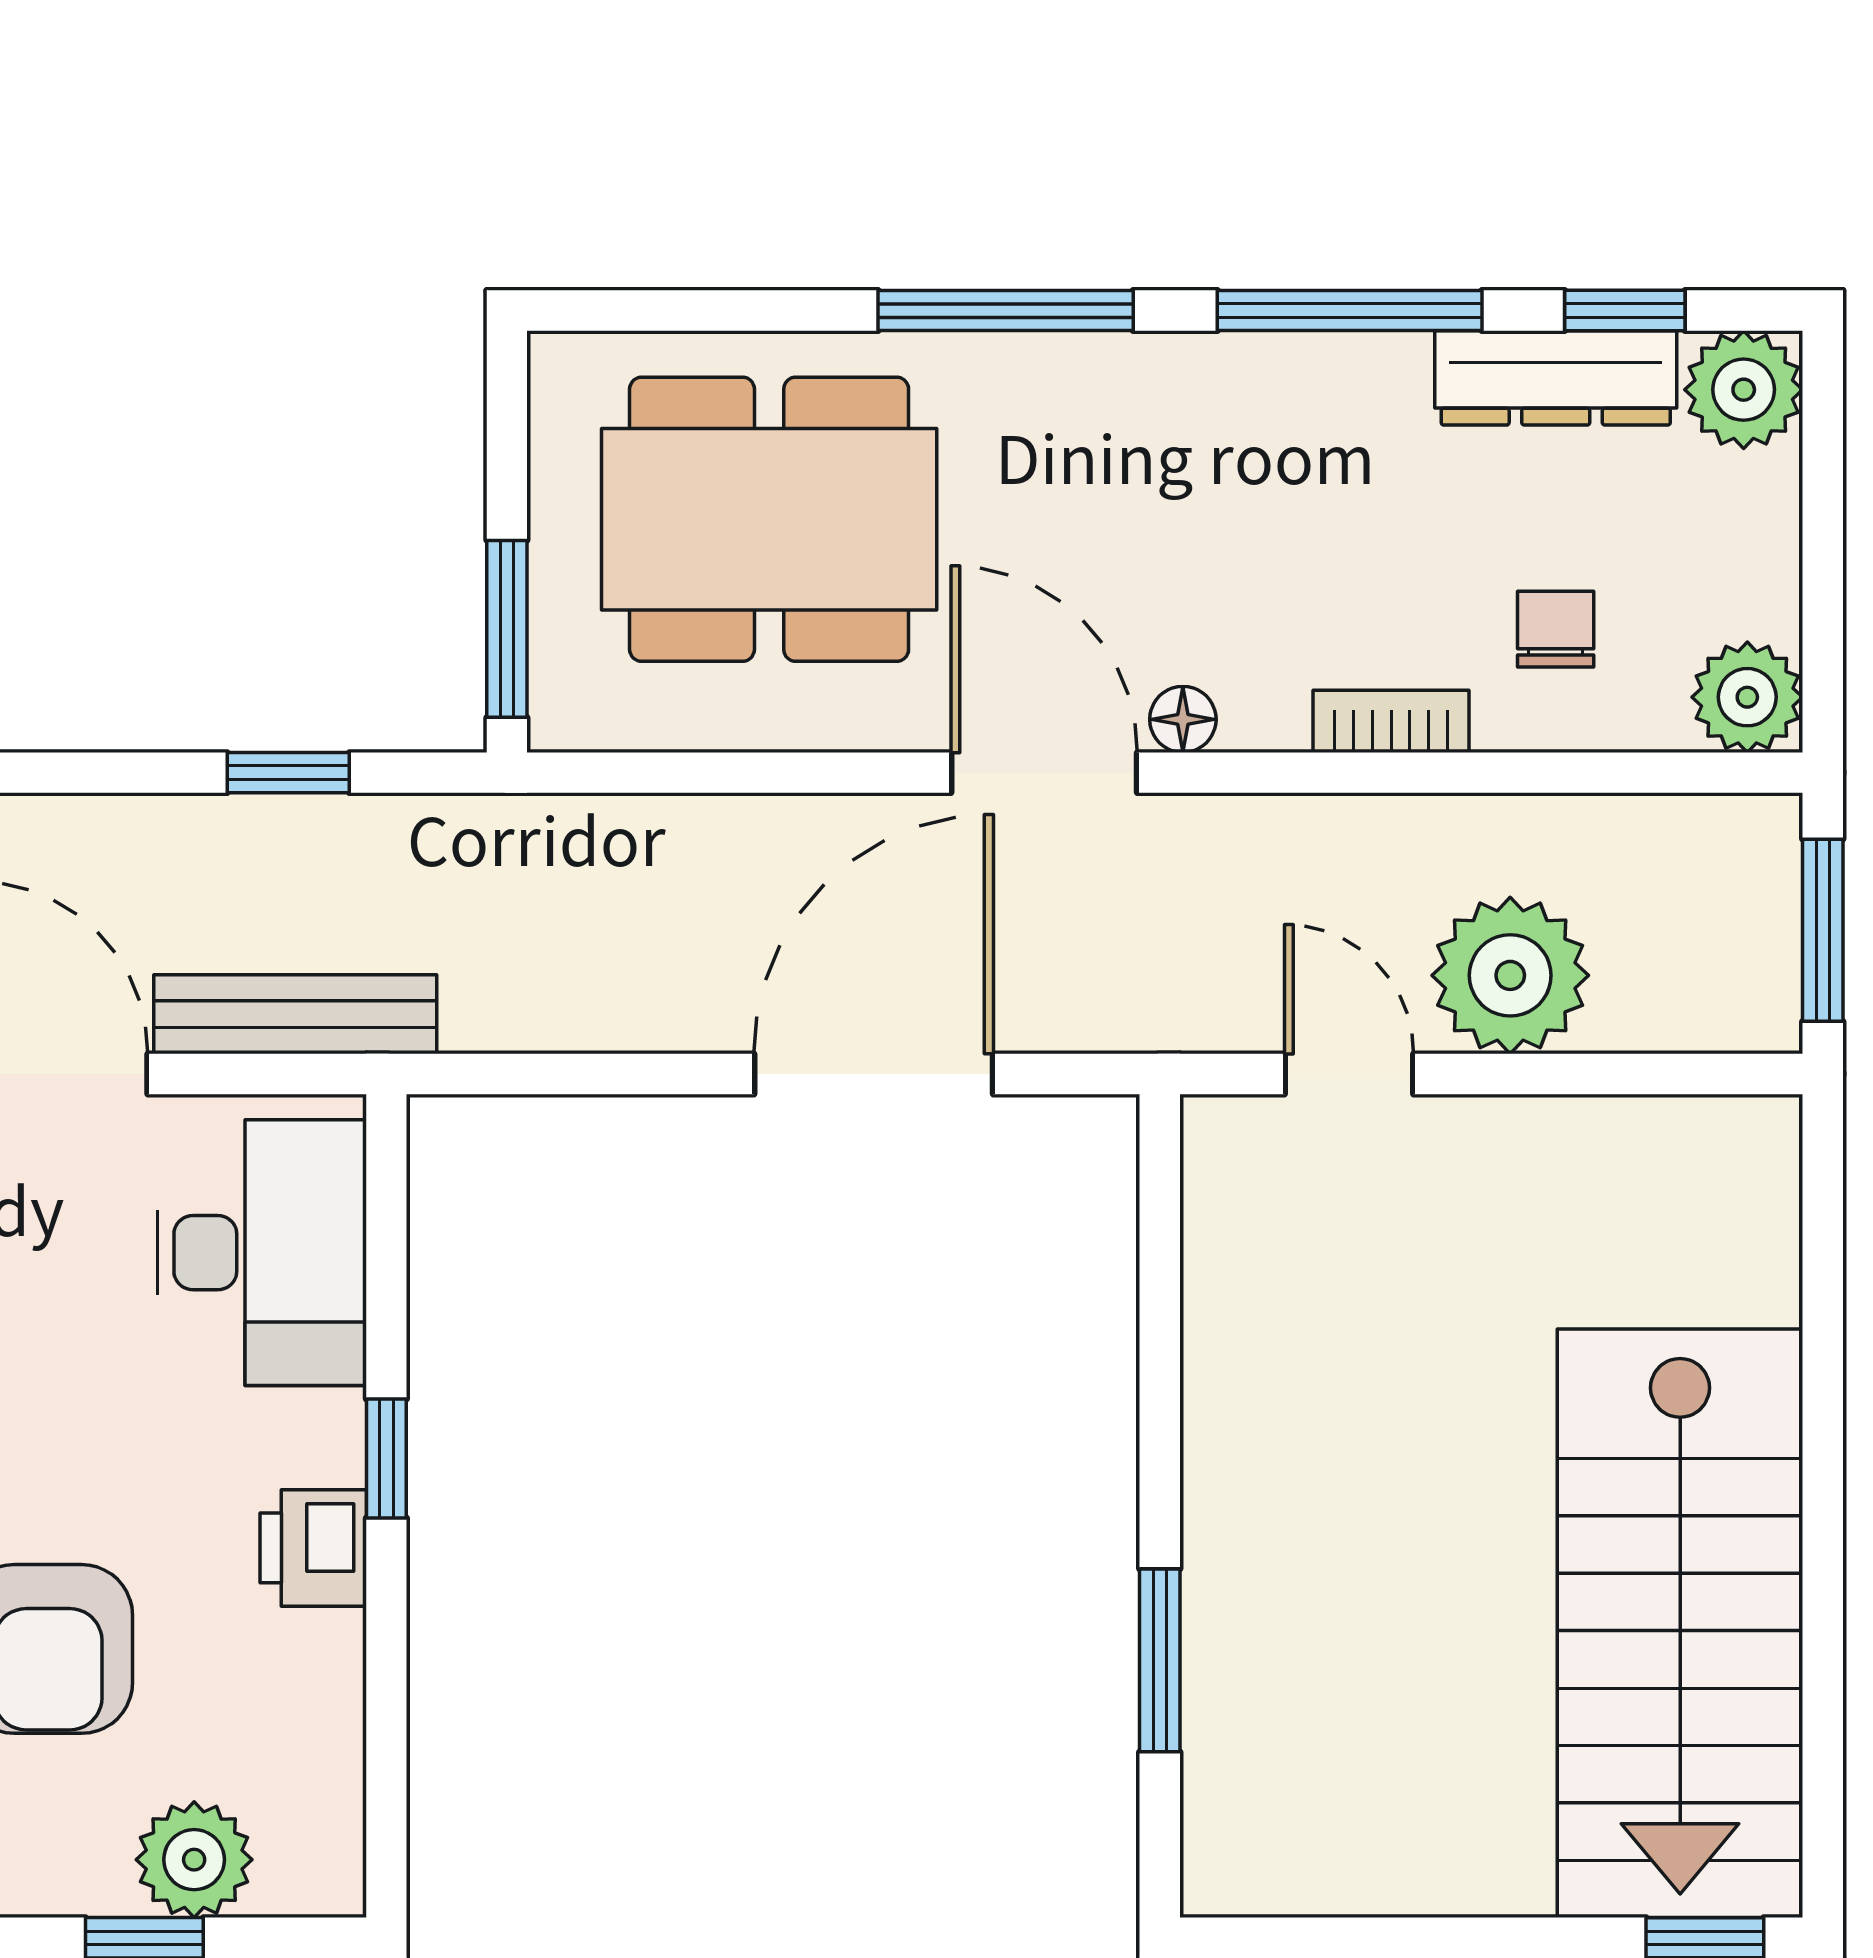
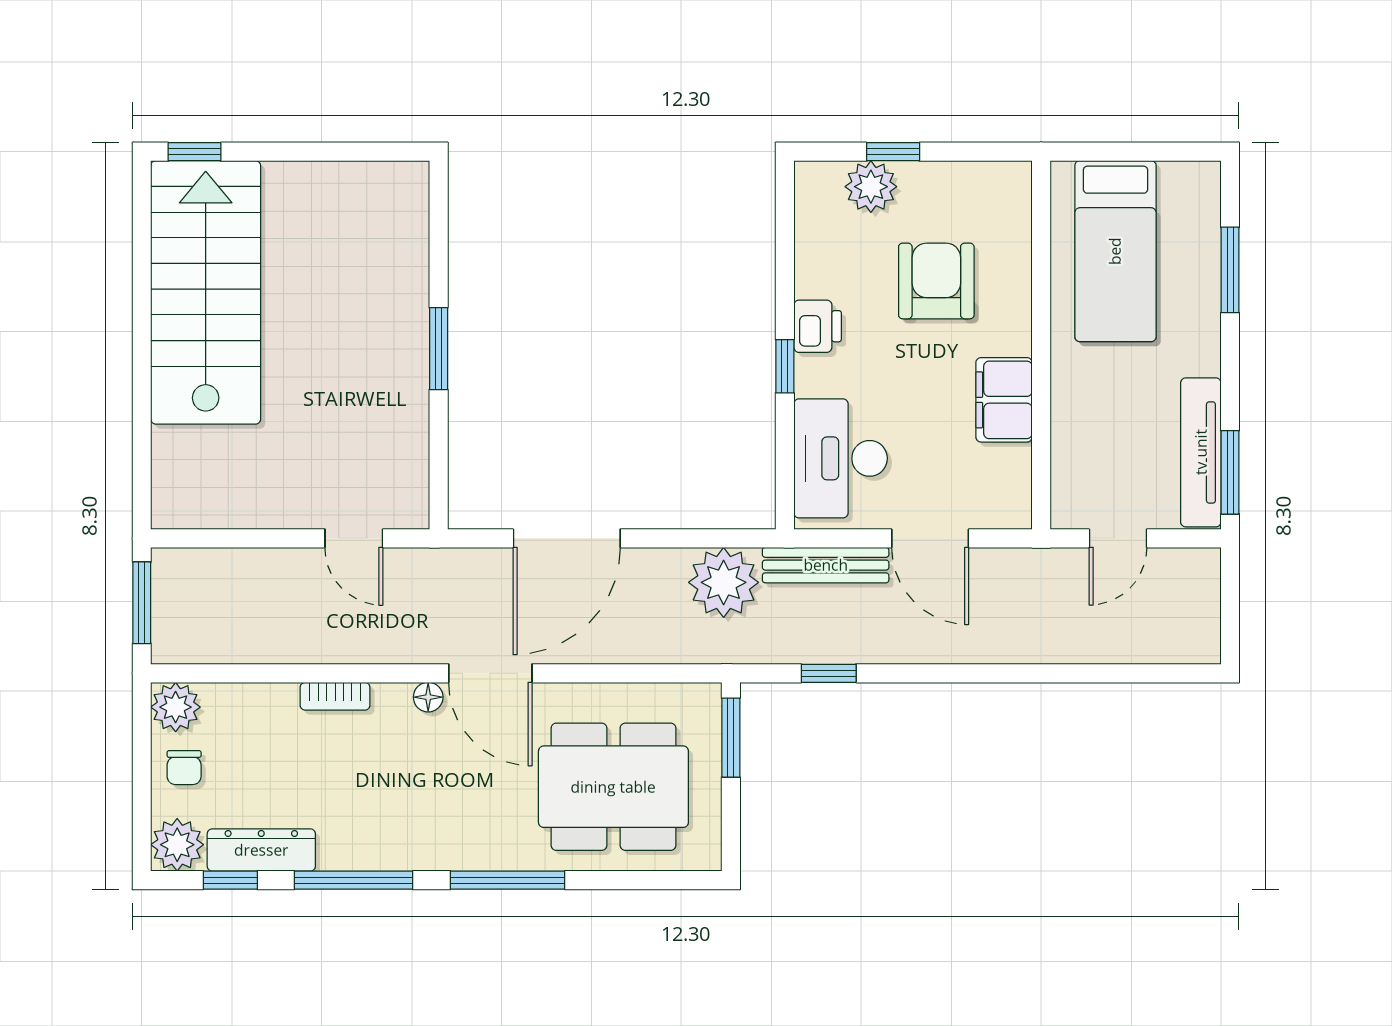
chair: (1556, 629) -> (184, 768), moved
plant: (1510, 975) -> (724, 582), moved
window: (1160, 1660) -> (439, 349), moved

